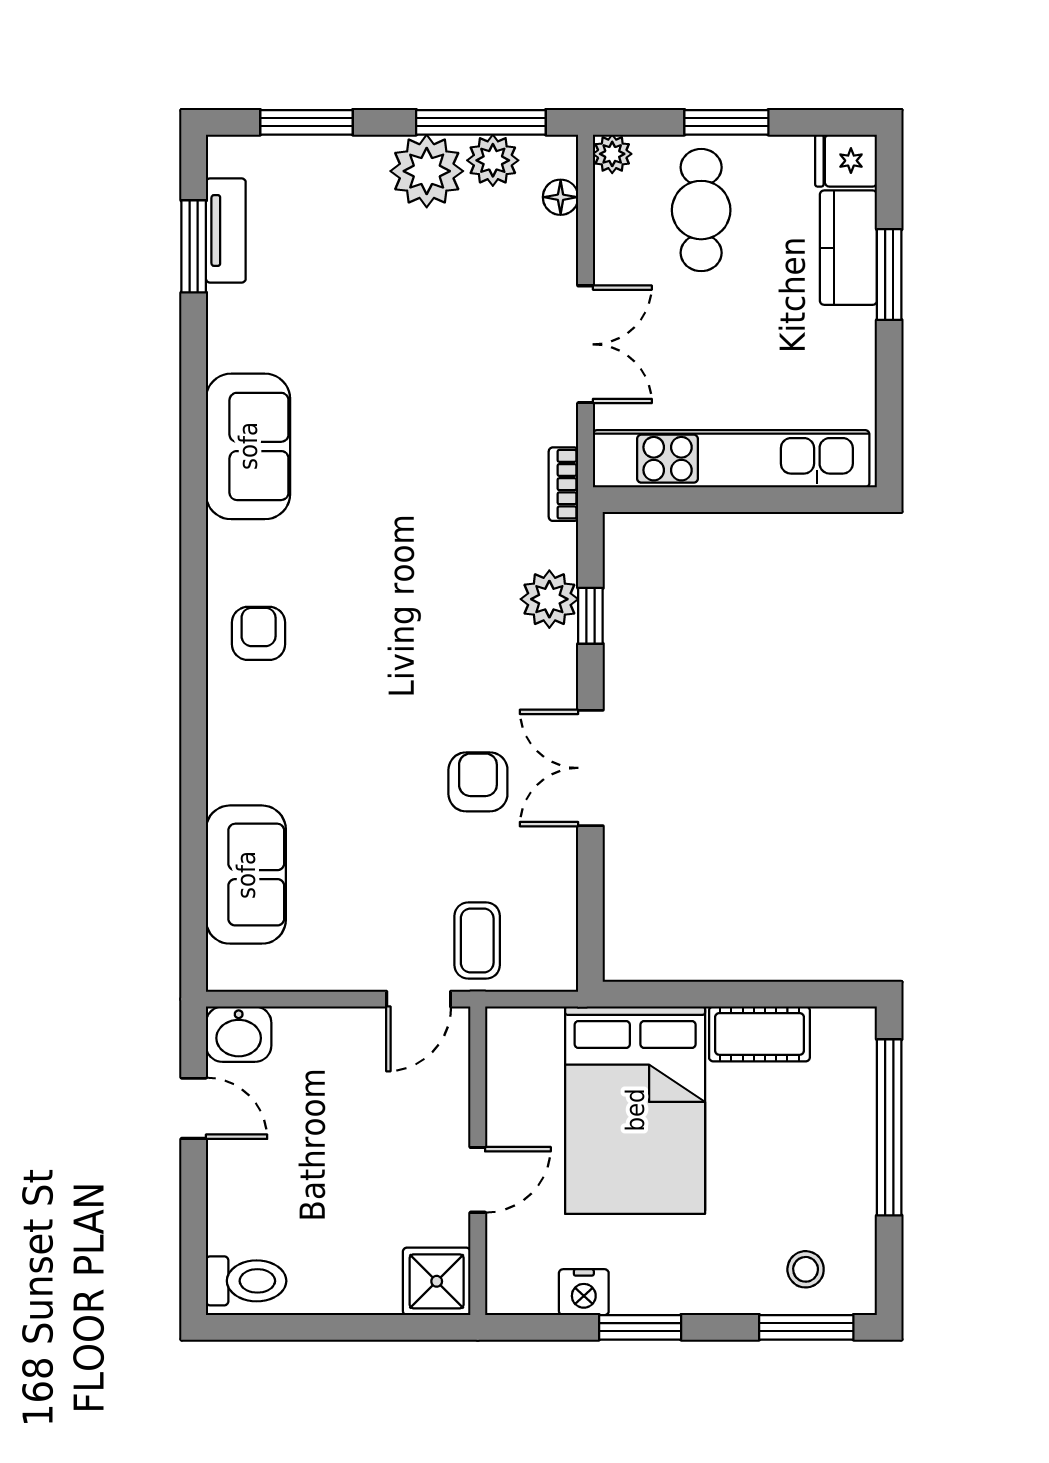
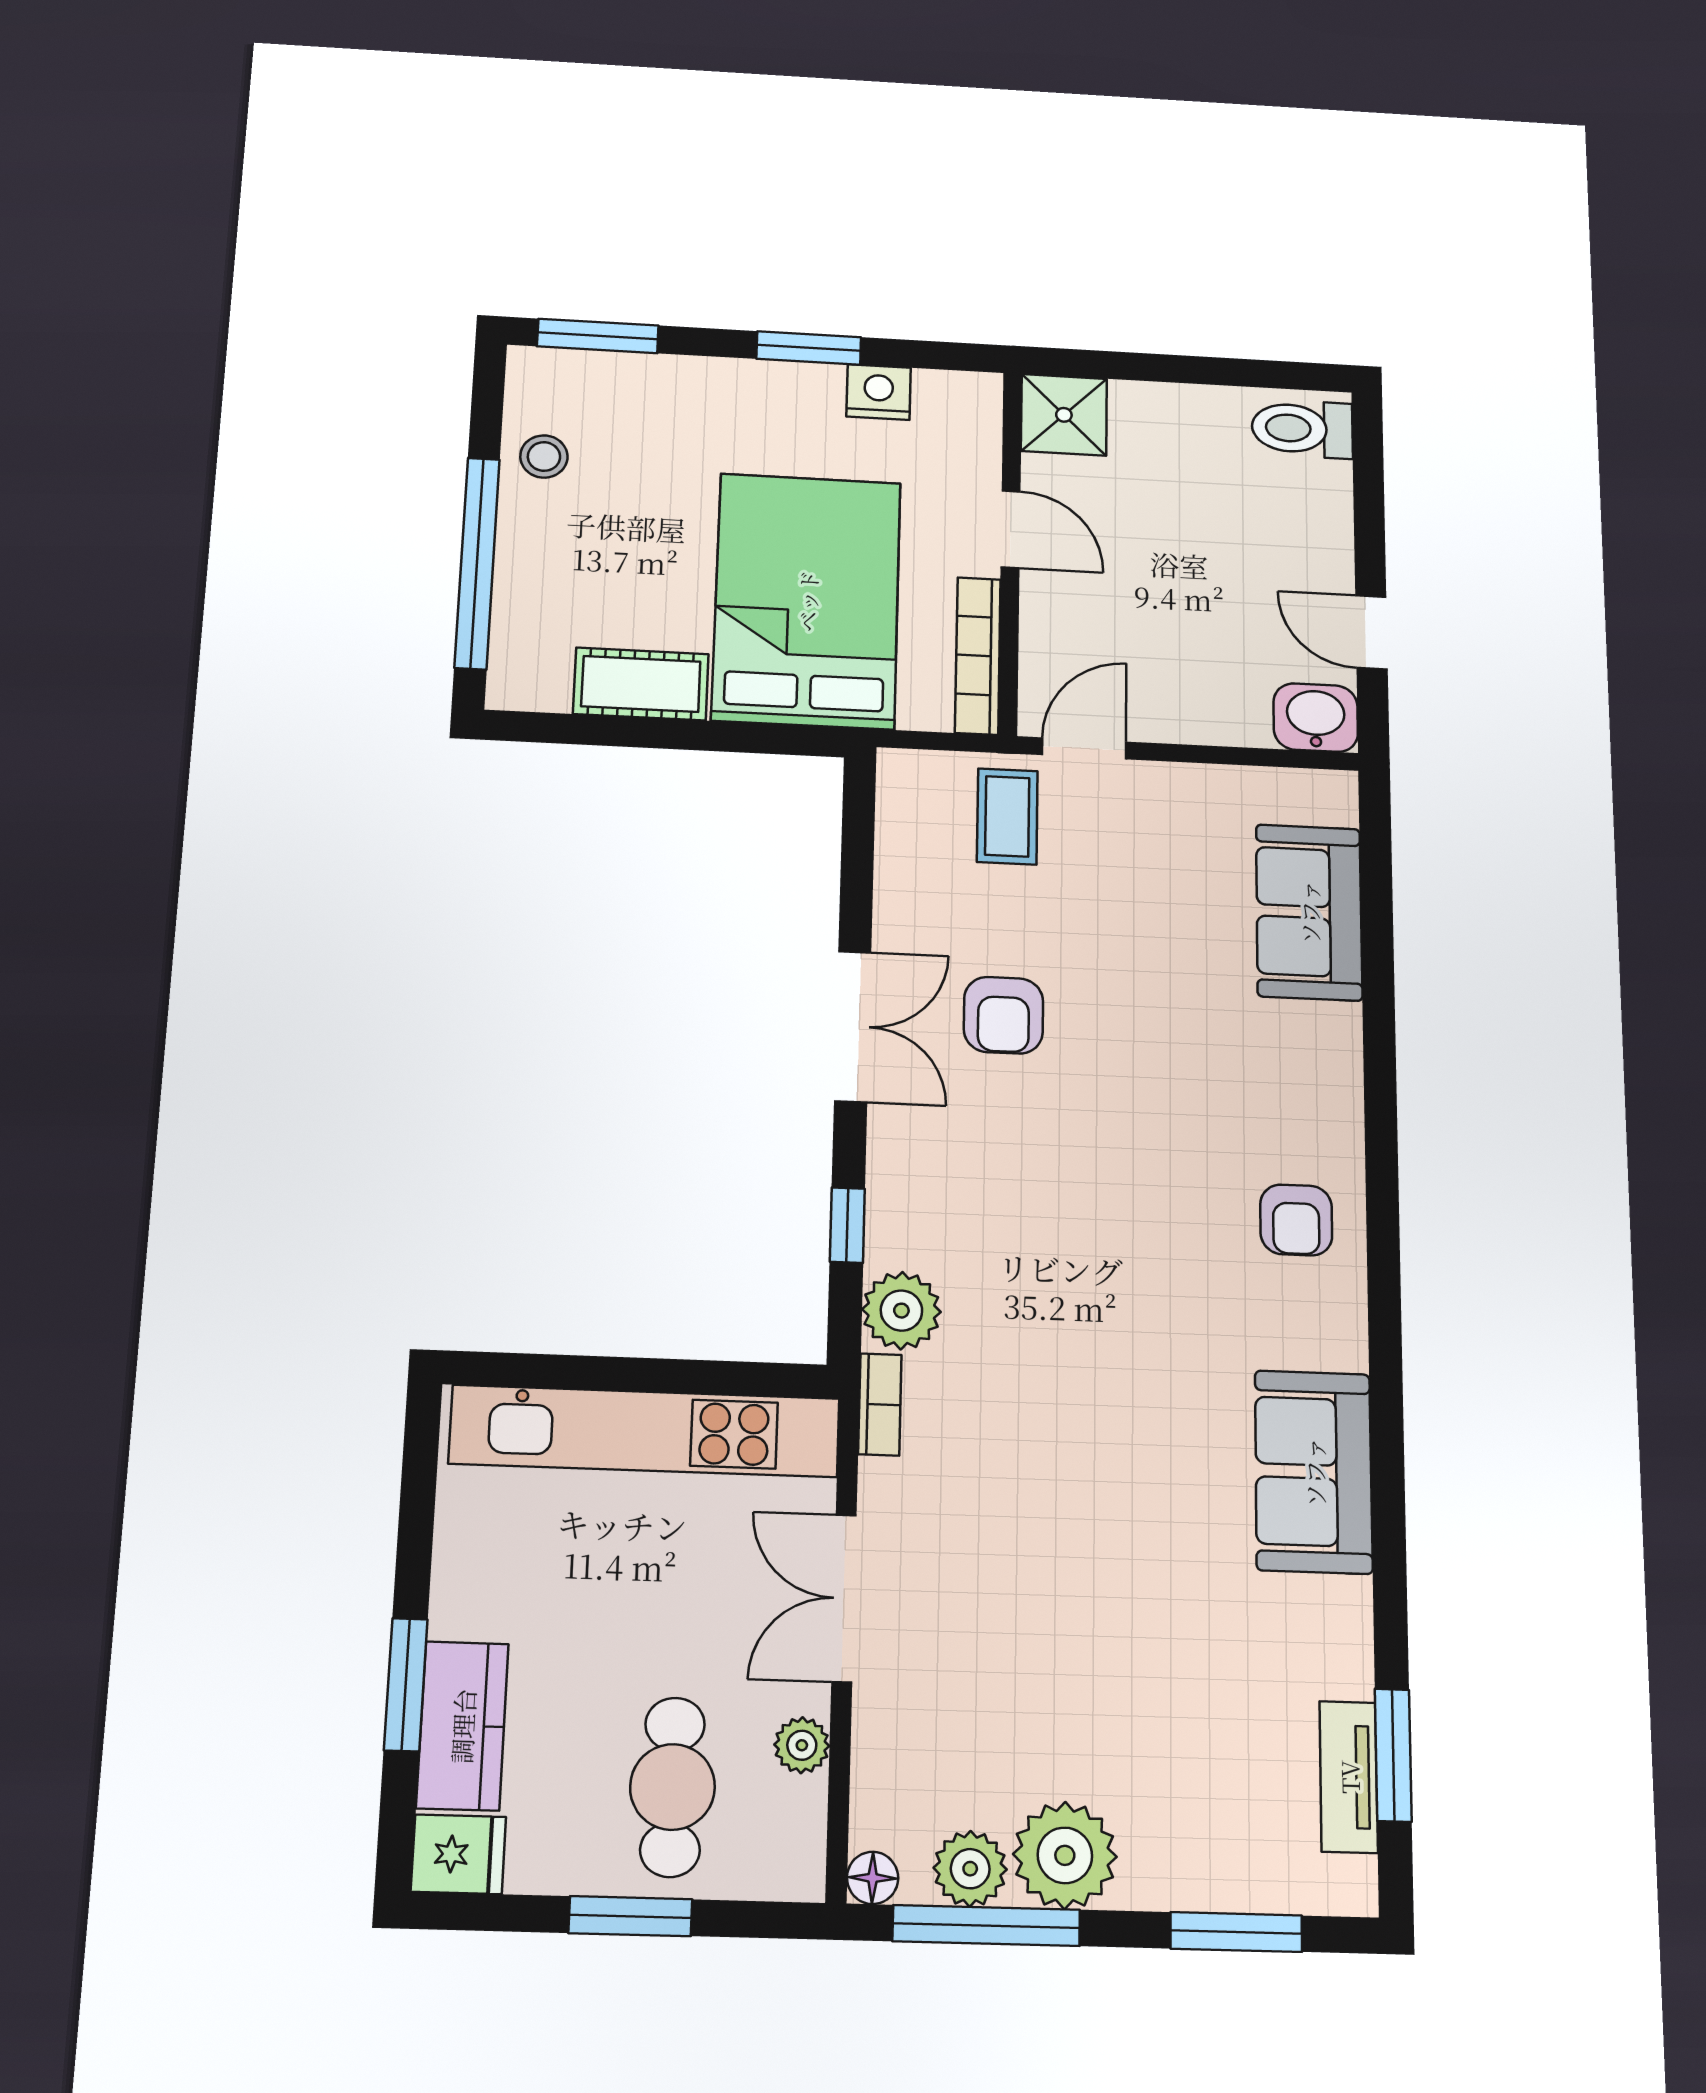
plant: (612, 154) -> (802, 1745), moved
floor lamp: (561, 197) -> (873, 1878), moved
plant: (549, 599) -> (901, 1311), moved
bookcase: (502, 1071) -> (978, 656), added
door: (478, 1180) -> (1011, 529), swing flipped
stool: (806, 1269) -> (544, 457), moved

